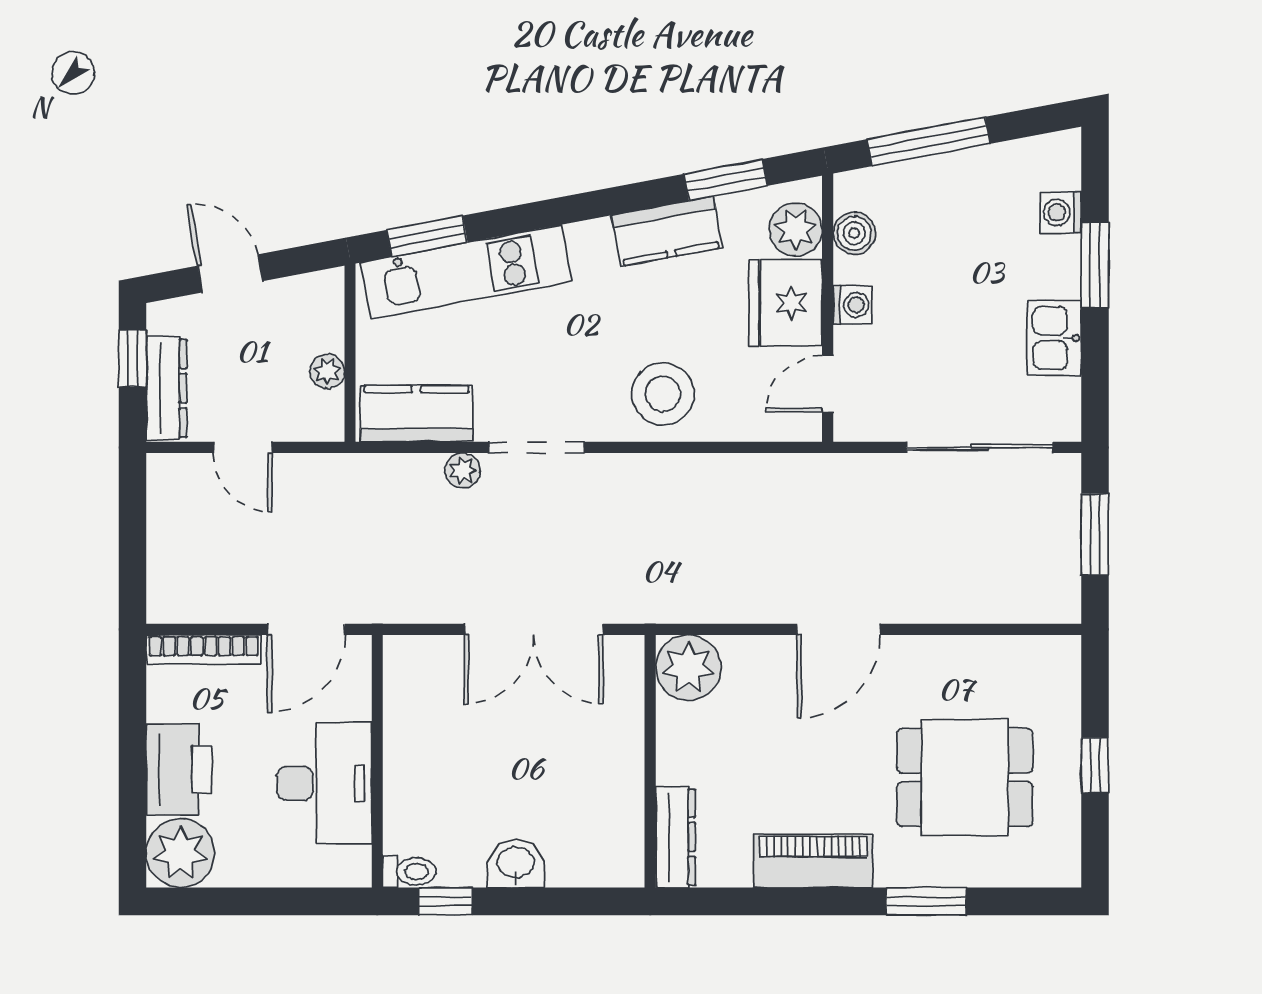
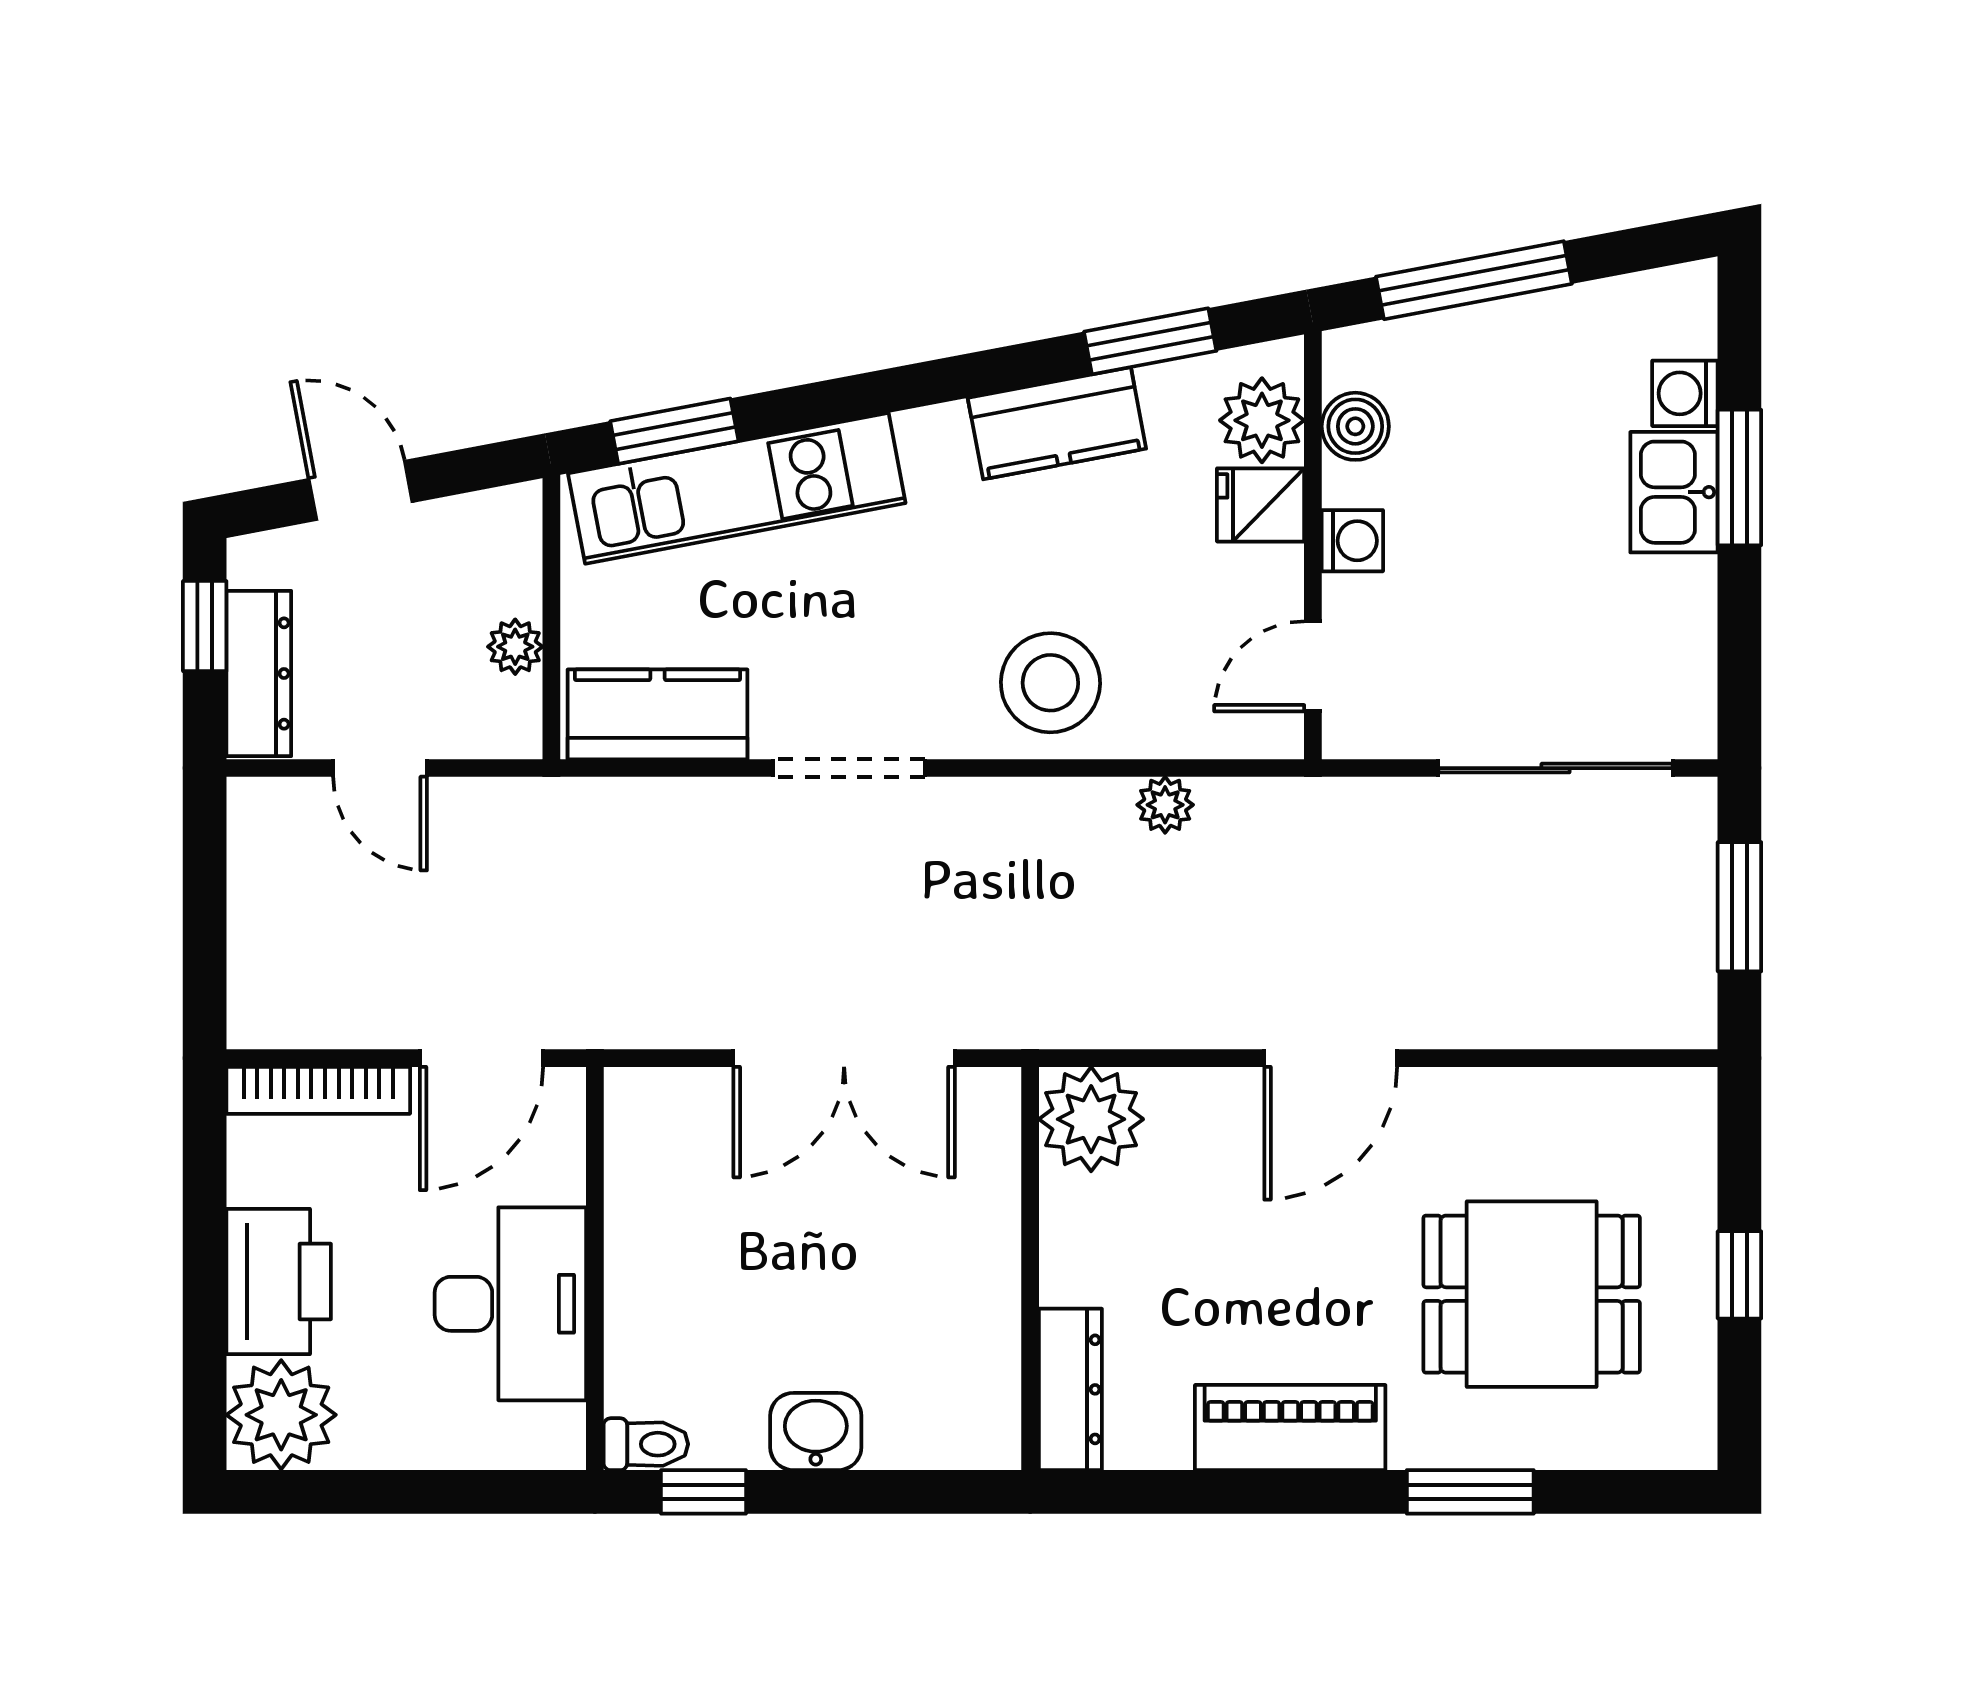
fridge: (785, 303) -> (1261, 505), width x0.53, depth x0.75
kitchen sink: (1054, 338) -> (1674, 492), moved
plant: (463, 471) -> (1165, 805), moved

